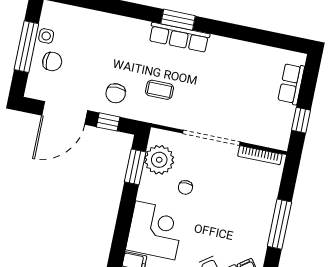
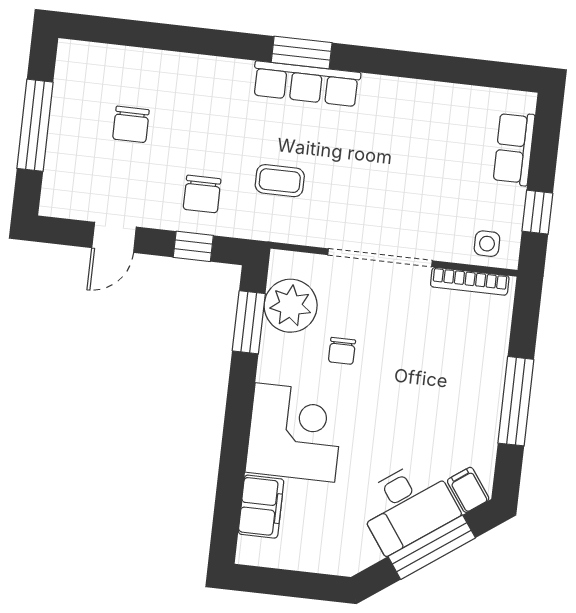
side table: (46, 36) -> (487, 244), moved
chair: (52, 62) -> (131, 124), moved, turned 90
door: (65, 113) -> (114, 237), width x0.53

